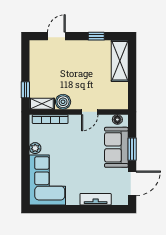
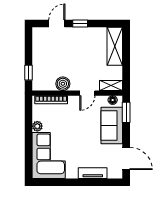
window: (96, 36) -> (80, 24), moved
shelving: (42, 104) -> (111, 85), moved
window: (132, 149) -> (126, 112), moved
door: (132, 183) -> (126, 158), hinge flipped

